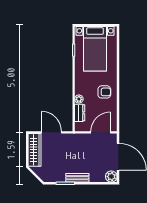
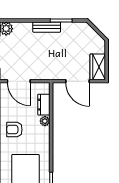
door: (101, 132) -> (19, 81), hinge flipped
wardrobe: (35, 150) -> (98, 67), width x0.67

